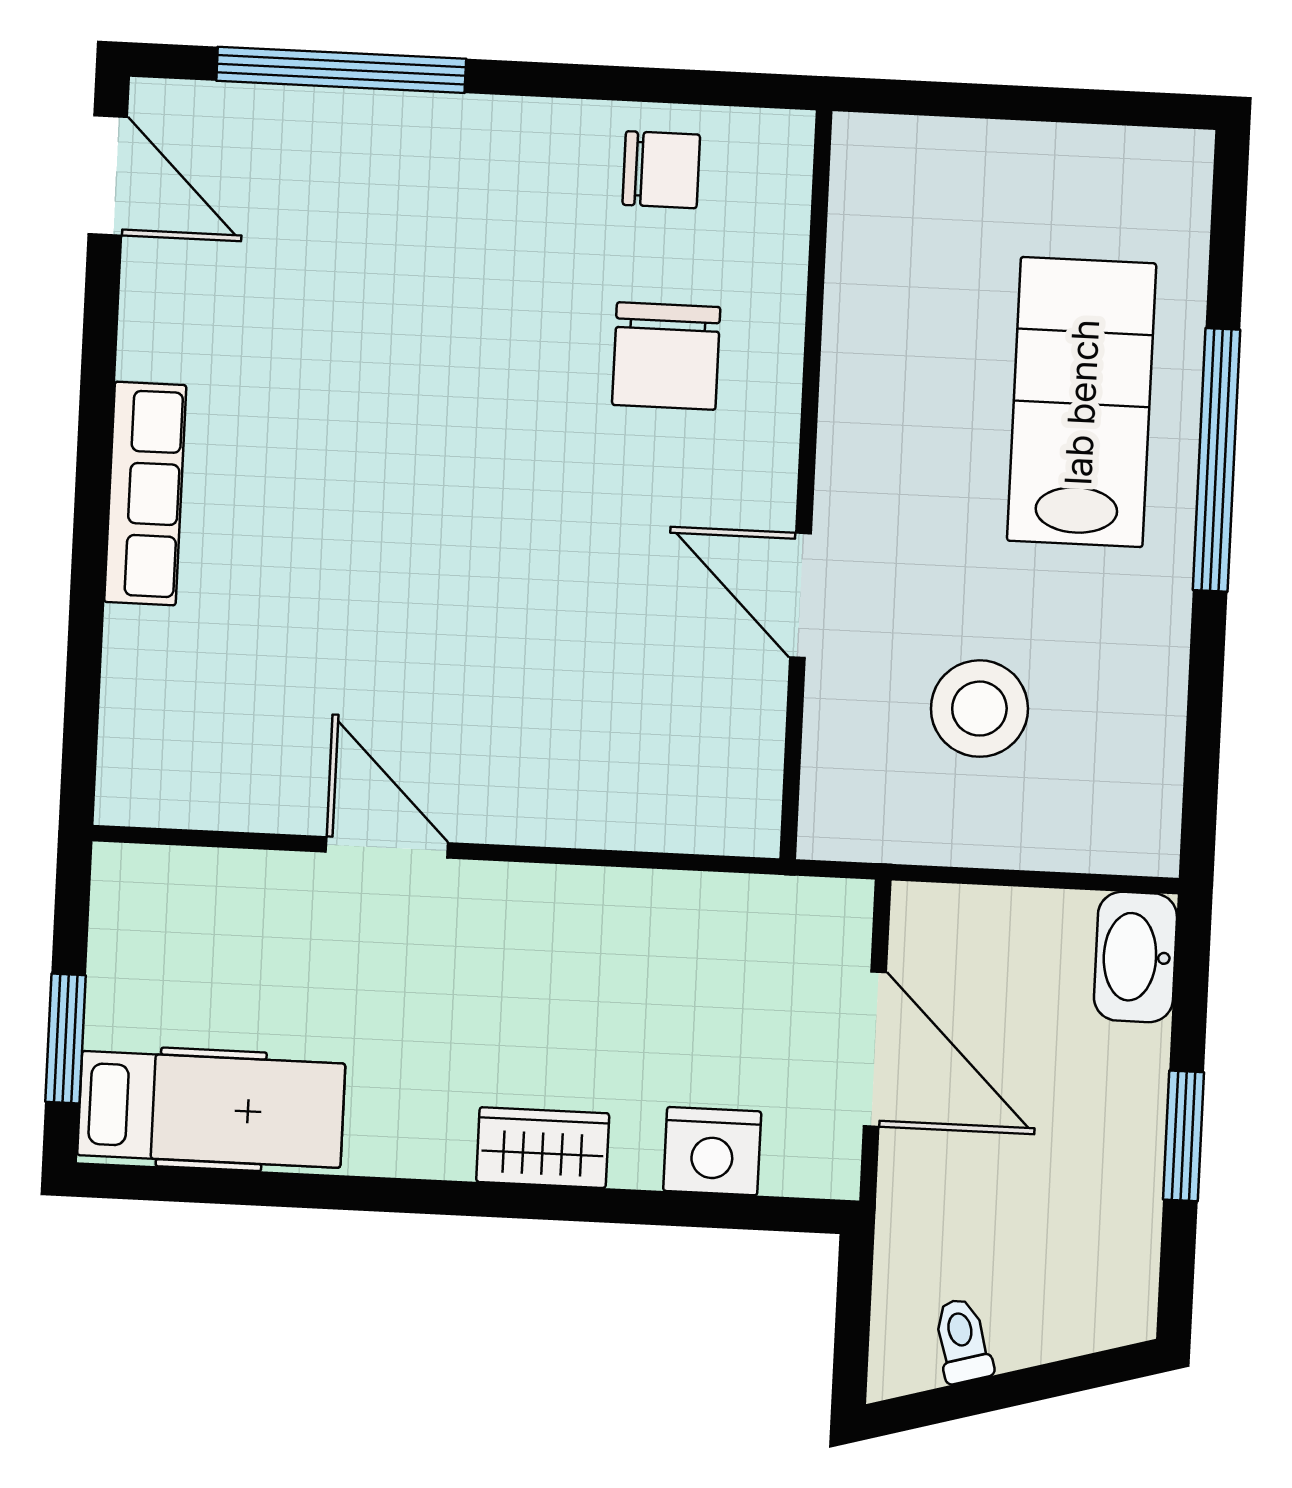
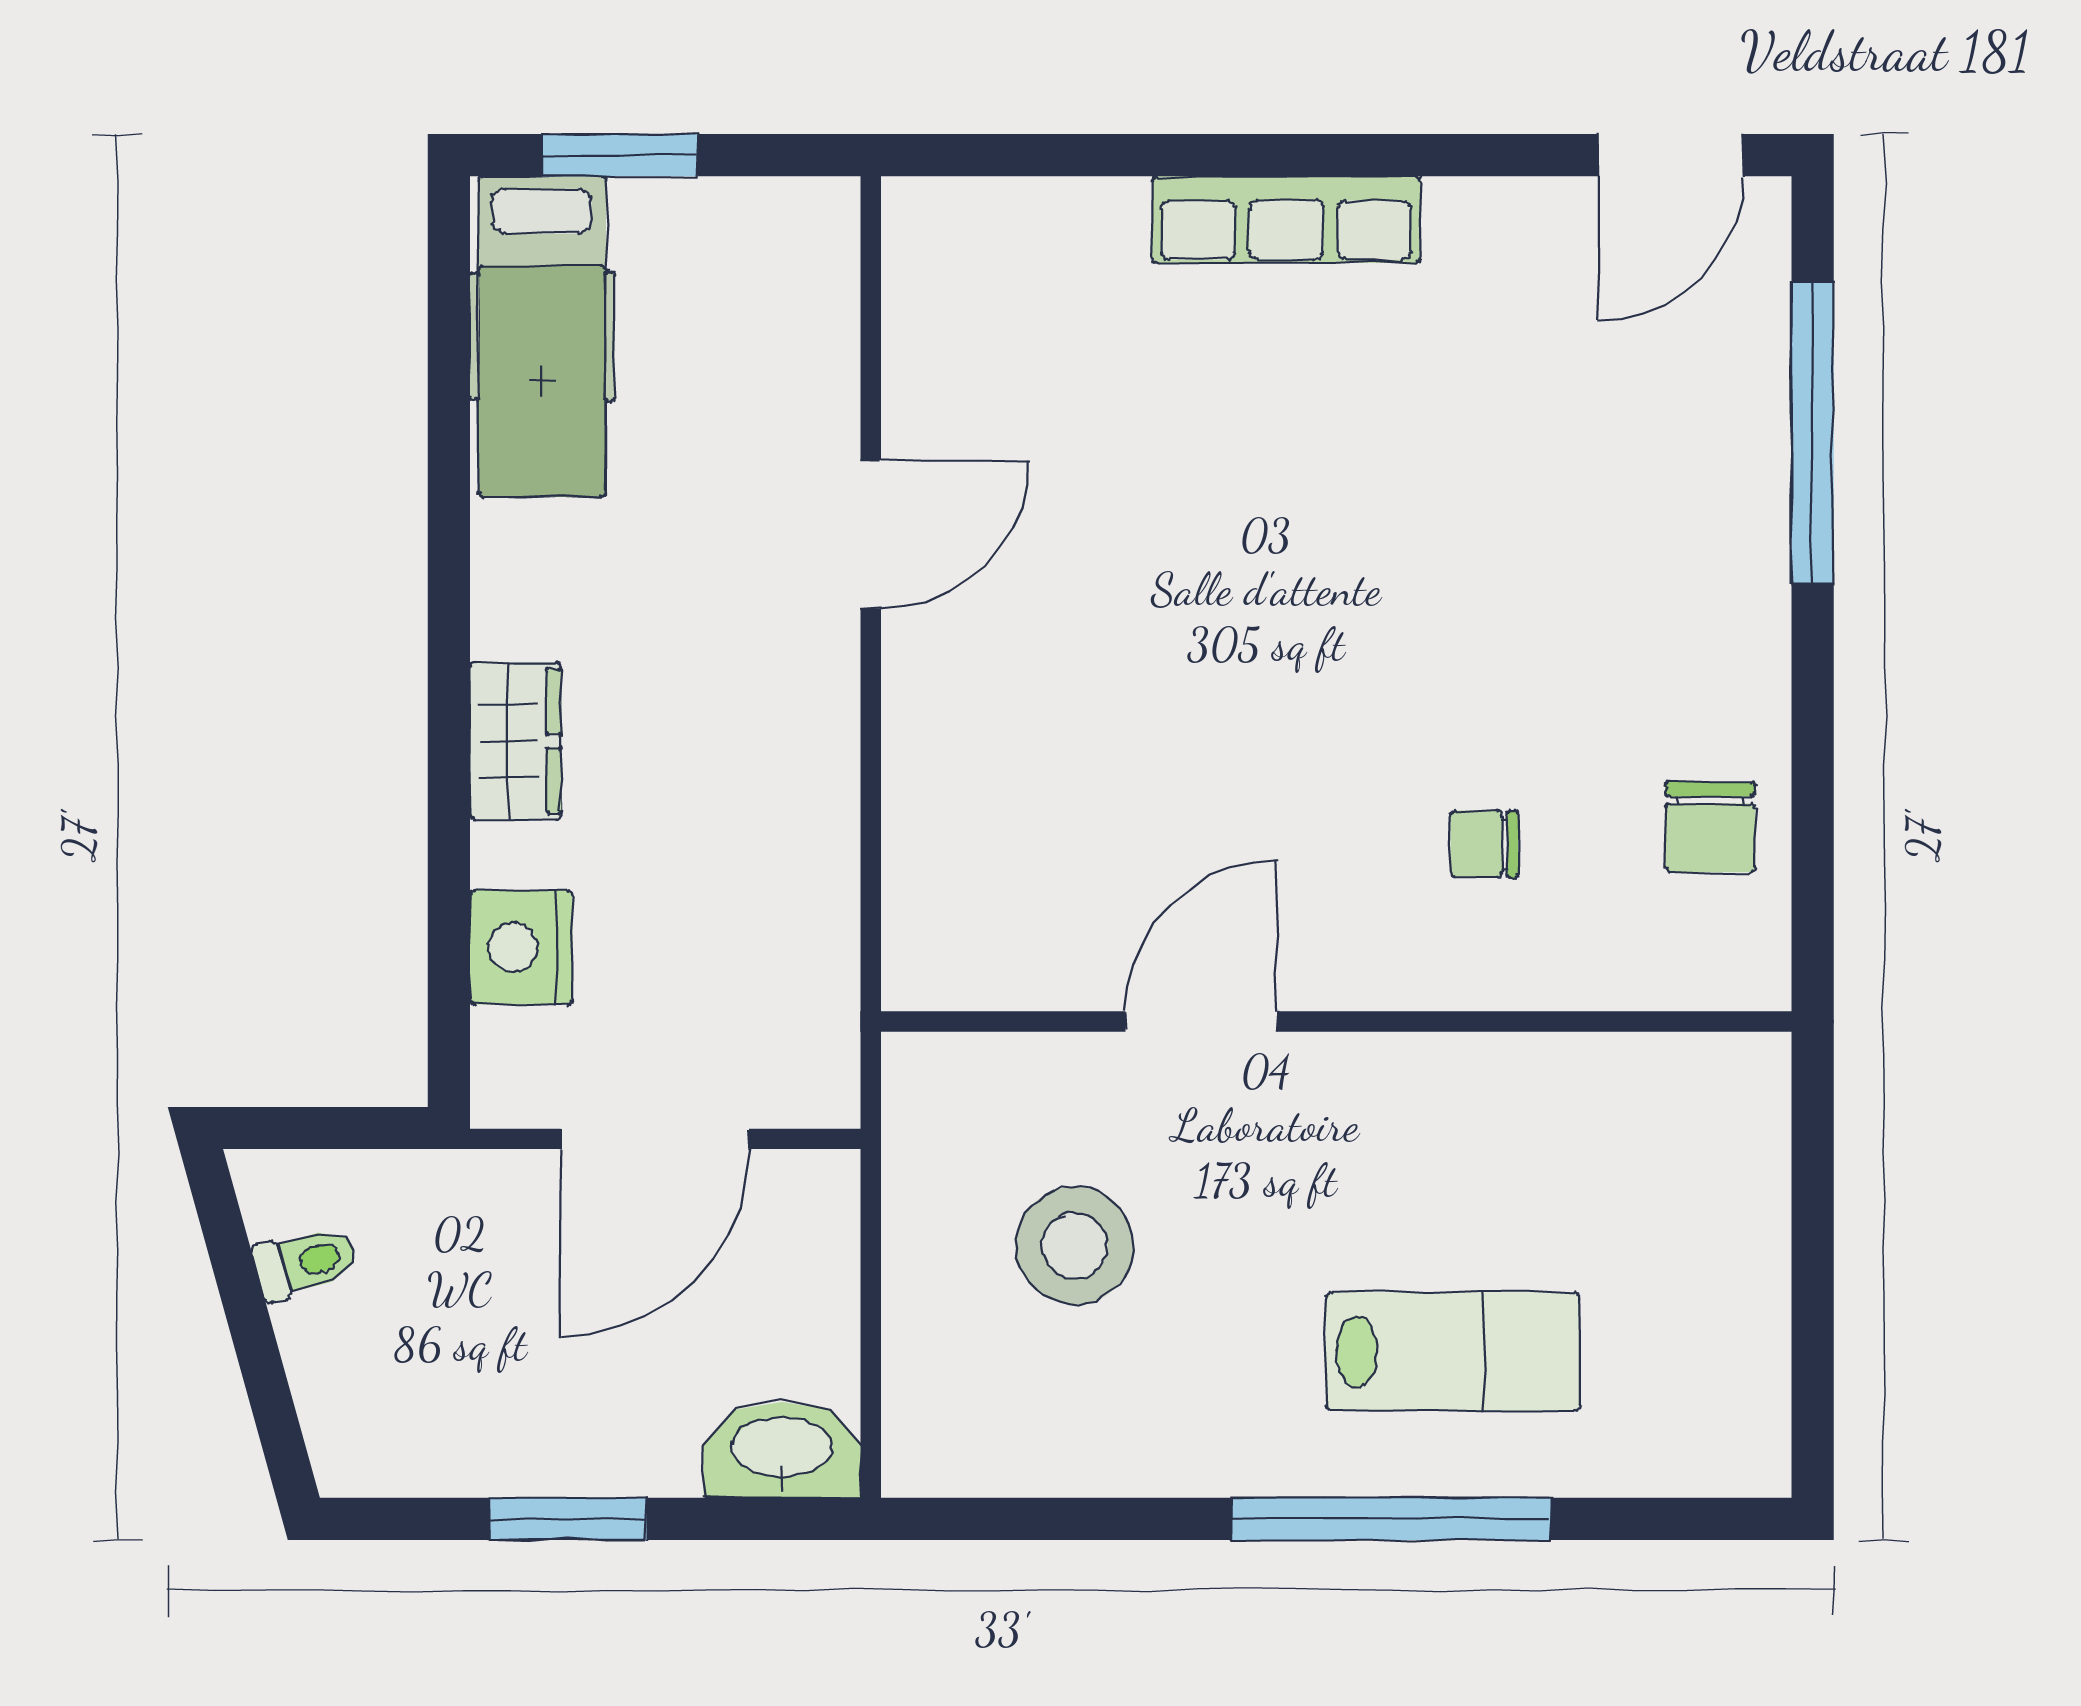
chair: (666, 356) -> (1484, 844), width x0.54, depth x0.54
lab bench: (1082, 402) -> (1453, 1352), width x0.73, depth x0.72

